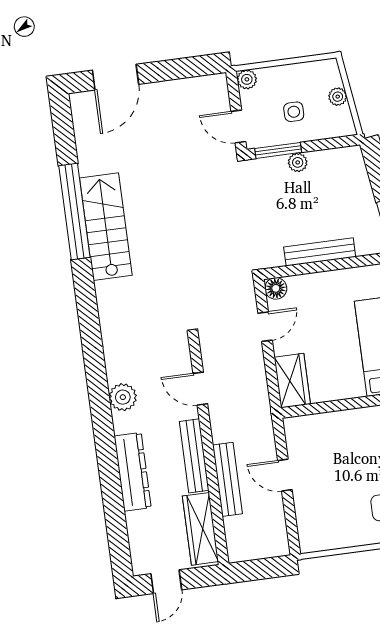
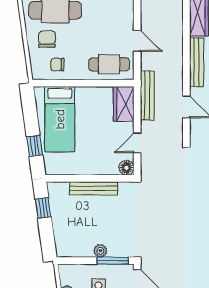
cafe table: (321, 436) -> (109, 64), added
bench: (227, 479) -> (147, 95), moved

